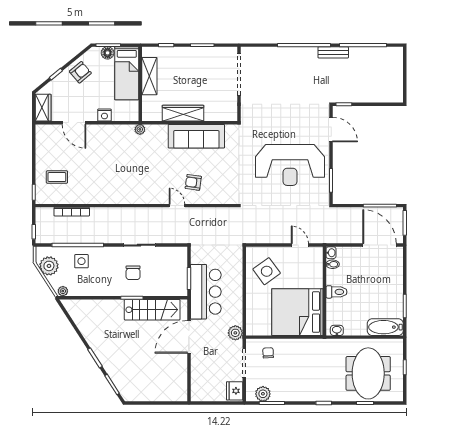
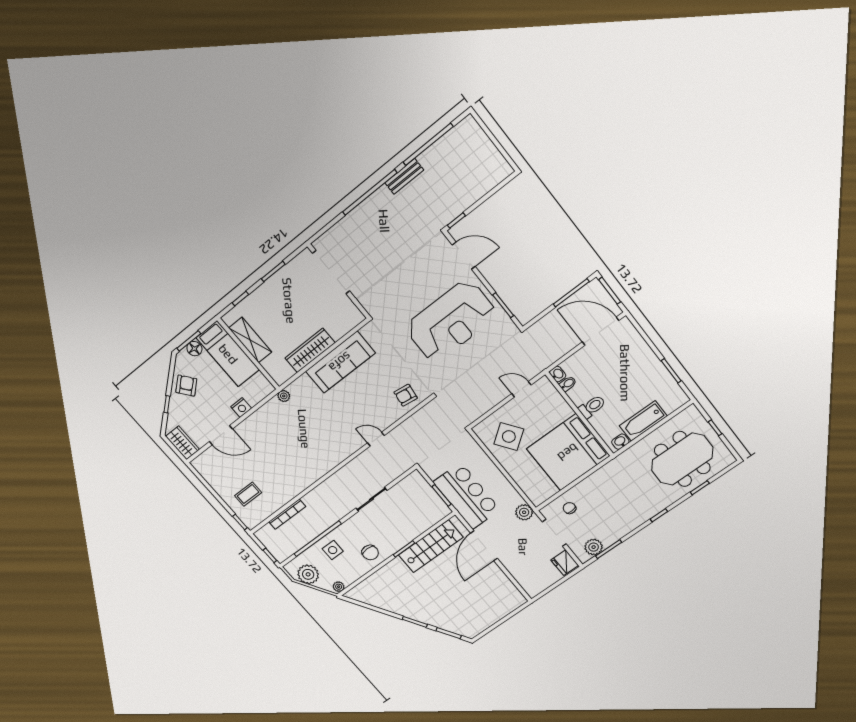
armchair: (193, 182) -> (406, 395), moved
chair: (133, 273) -> (370, 553), moved
bathtub: (385, 327) -> (643, 421), moved
meeting table: (368, 373) -> (682, 459), turned 90

